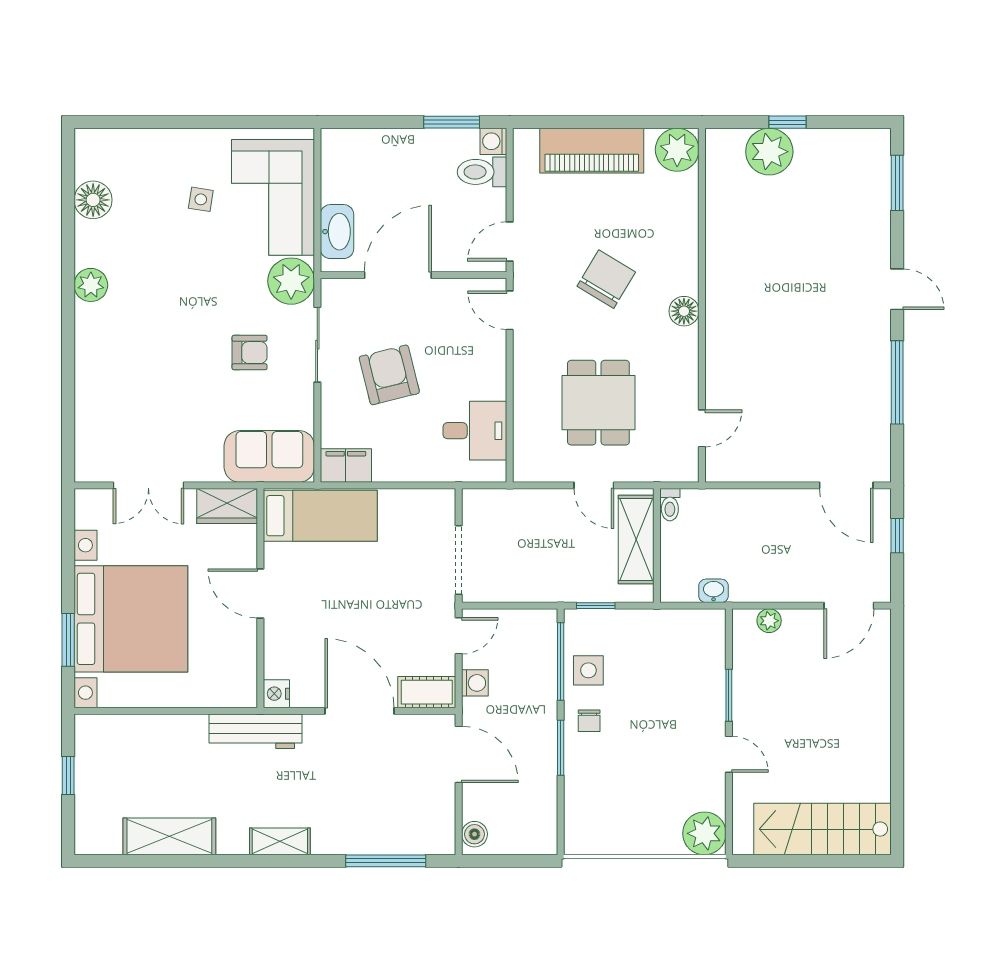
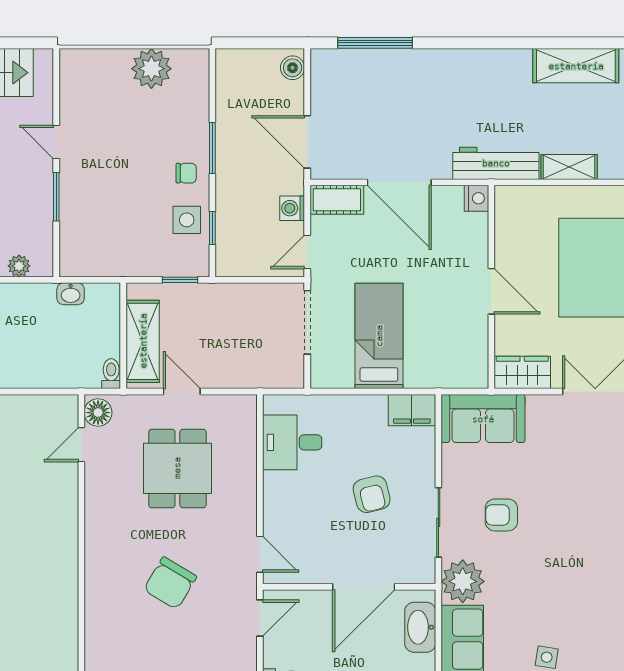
floor lamp: (684, 311) -> (98, 413), moved
armchair: (389, 375) -> (372, 494), width x0.72, depth x0.72
bed: (320, 516) -> (379, 336), moved, turned 90
window: (561, 662) -> (212, 228), width x0.46
chair: (589, 721) -> (186, 173), turned 90
plant: (704, 833) -> (151, 69), moved
shelving: (280, 841) -> (569, 167), moved

